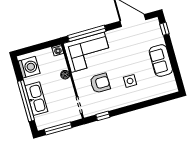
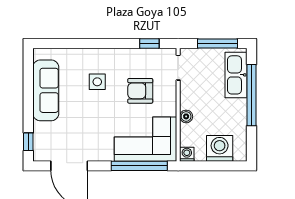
sofa: (161, 61) -> (46, 90), width x1.36
washing machine: (29, 67) -> (220, 148), moved, turned 90
kitchen sink: (36, 99) -> (236, 75), moved

